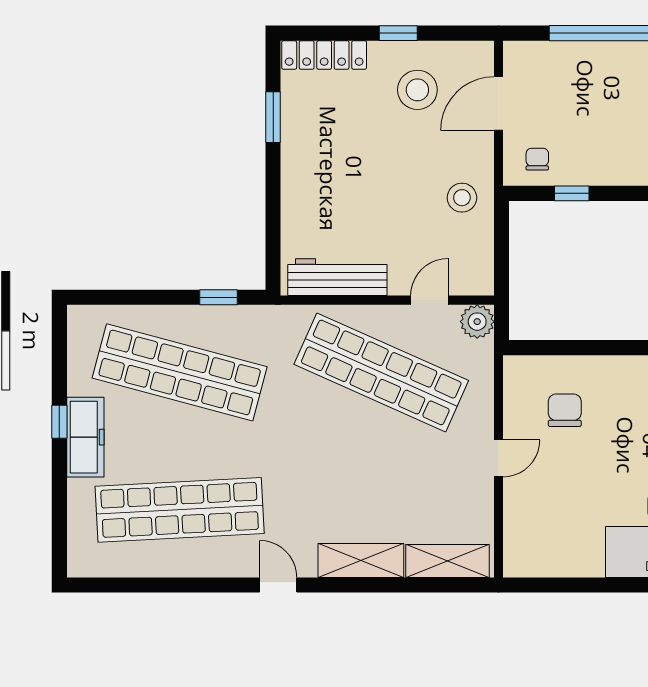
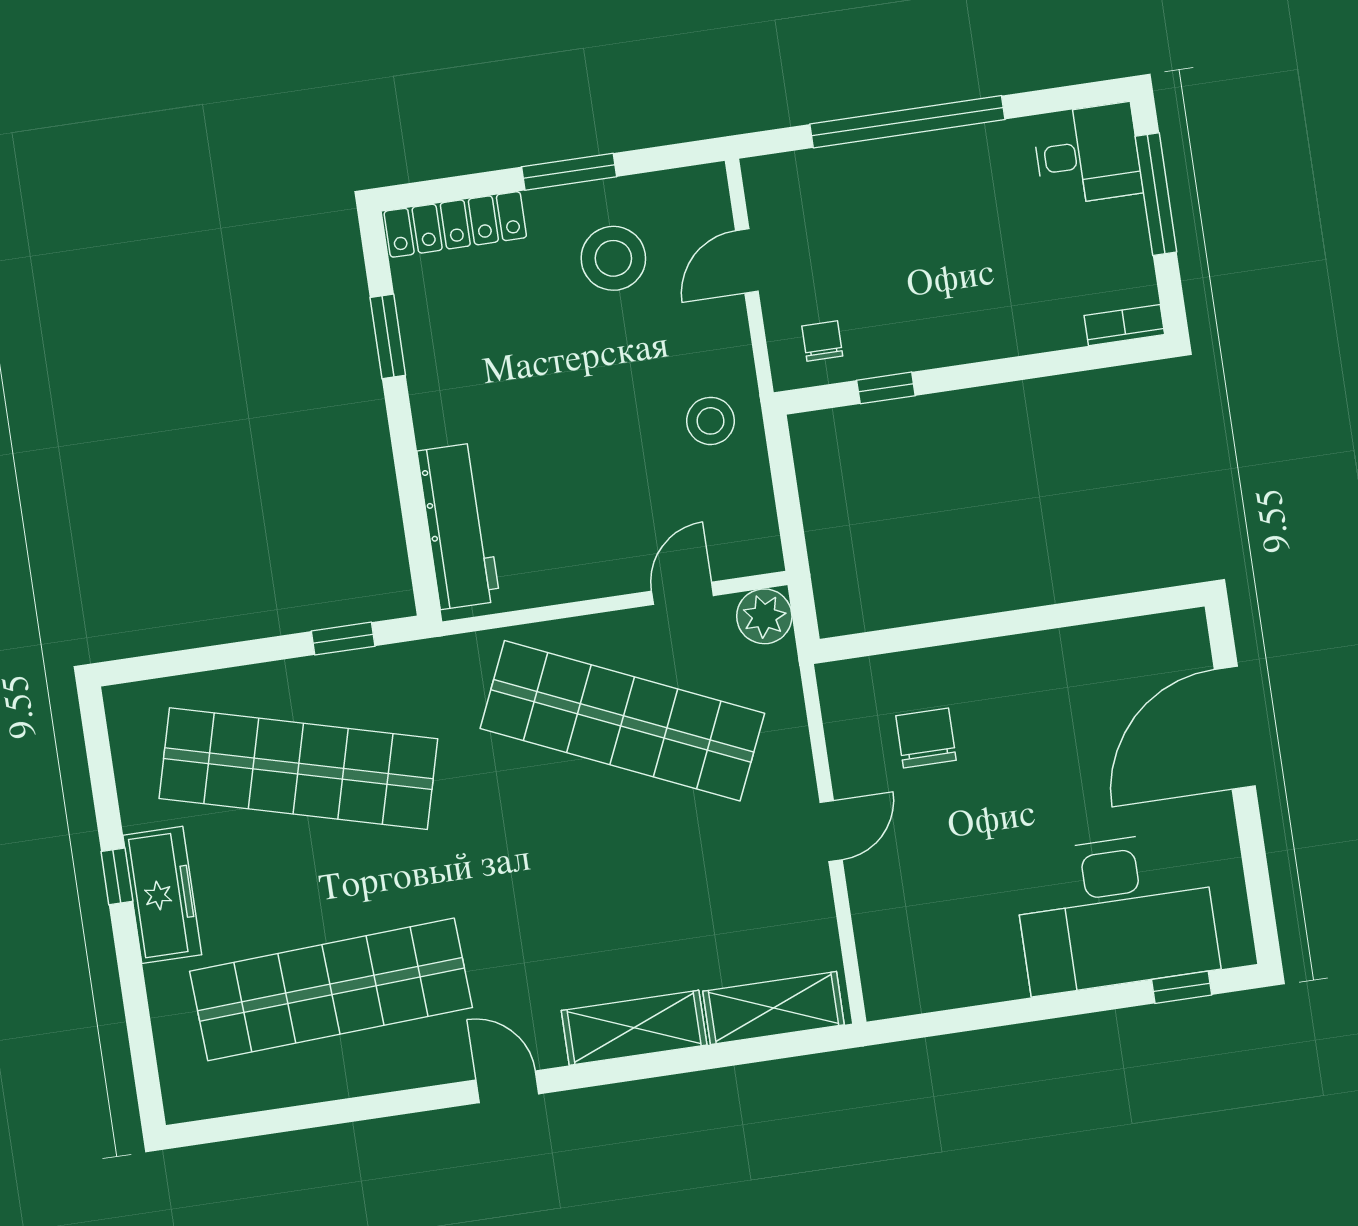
window: (398, 33) -> (569, 172), width x1.50
door: (499, 104) -> (747, 261), width x0.73
workbench: (337, 277) -> (459, 526), moved, turned 90

